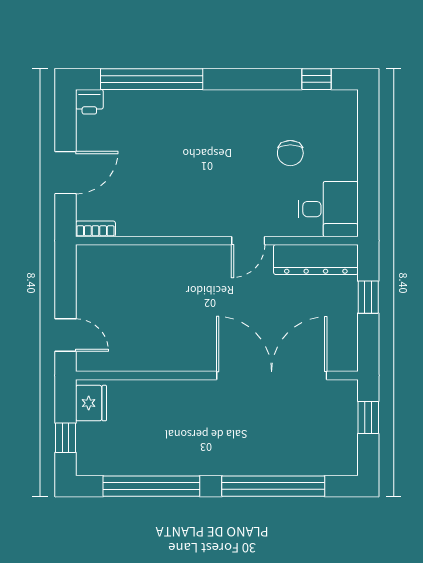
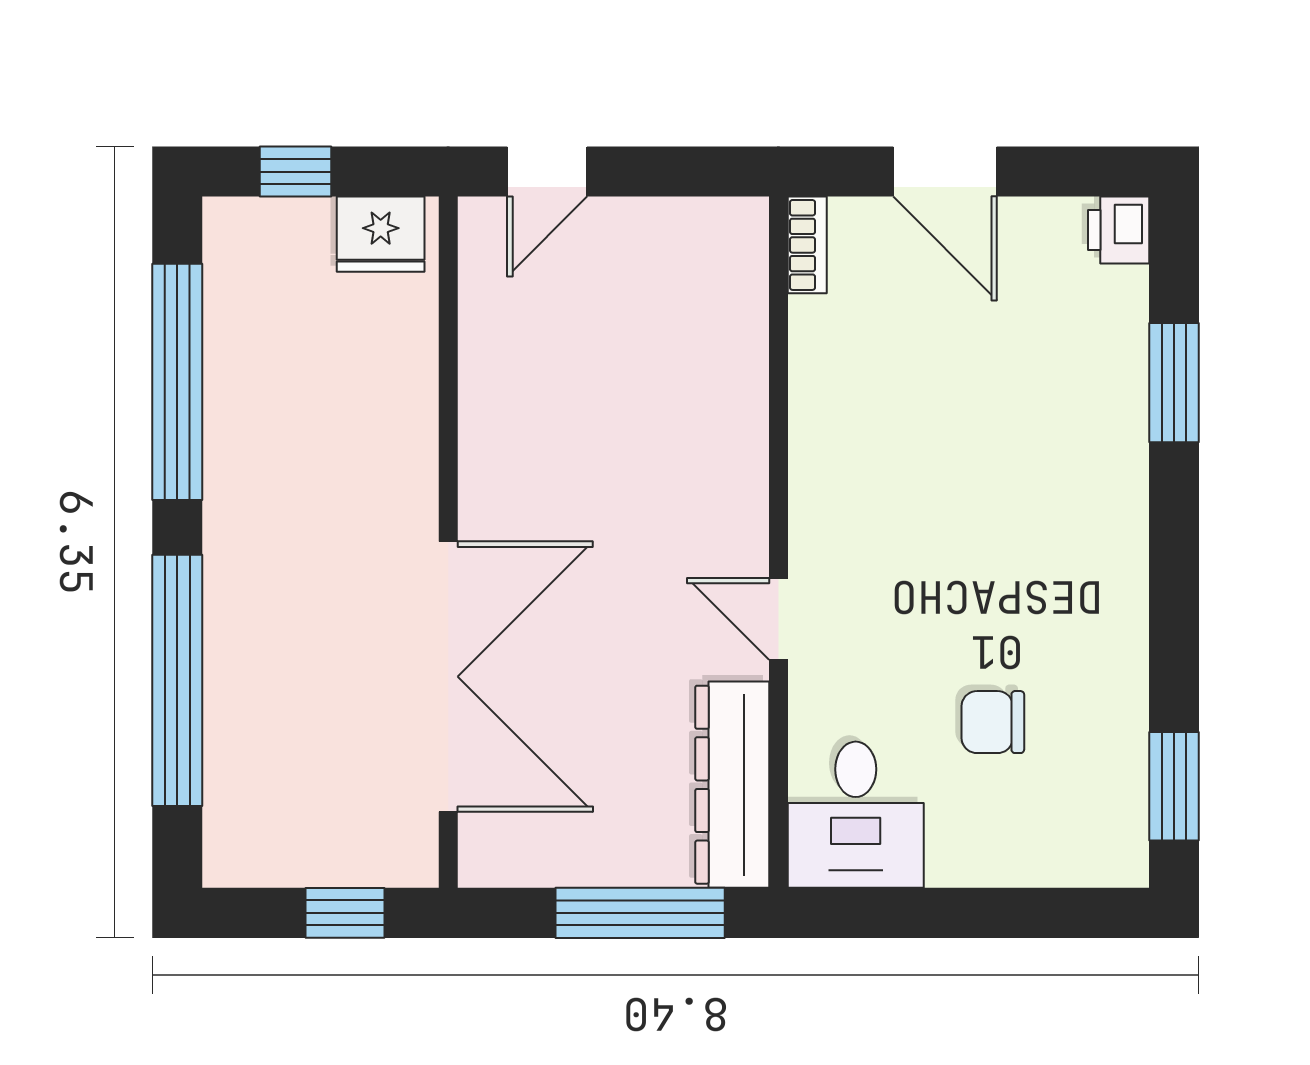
window: (152, 79) -> (1174, 383), width x0.47
window: (316, 79) -> (1174, 786), width x1.50
window: (368, 297) -> (640, 913), width x2.17

